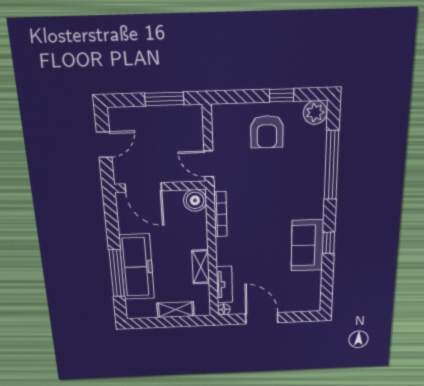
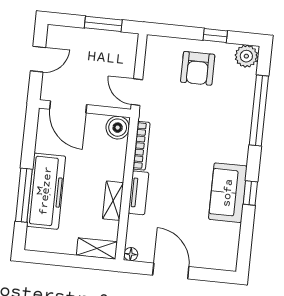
tv unit: (224, 285) -> (139, 193), moved
shelving: (176, 310) -> (97, 249), moved

